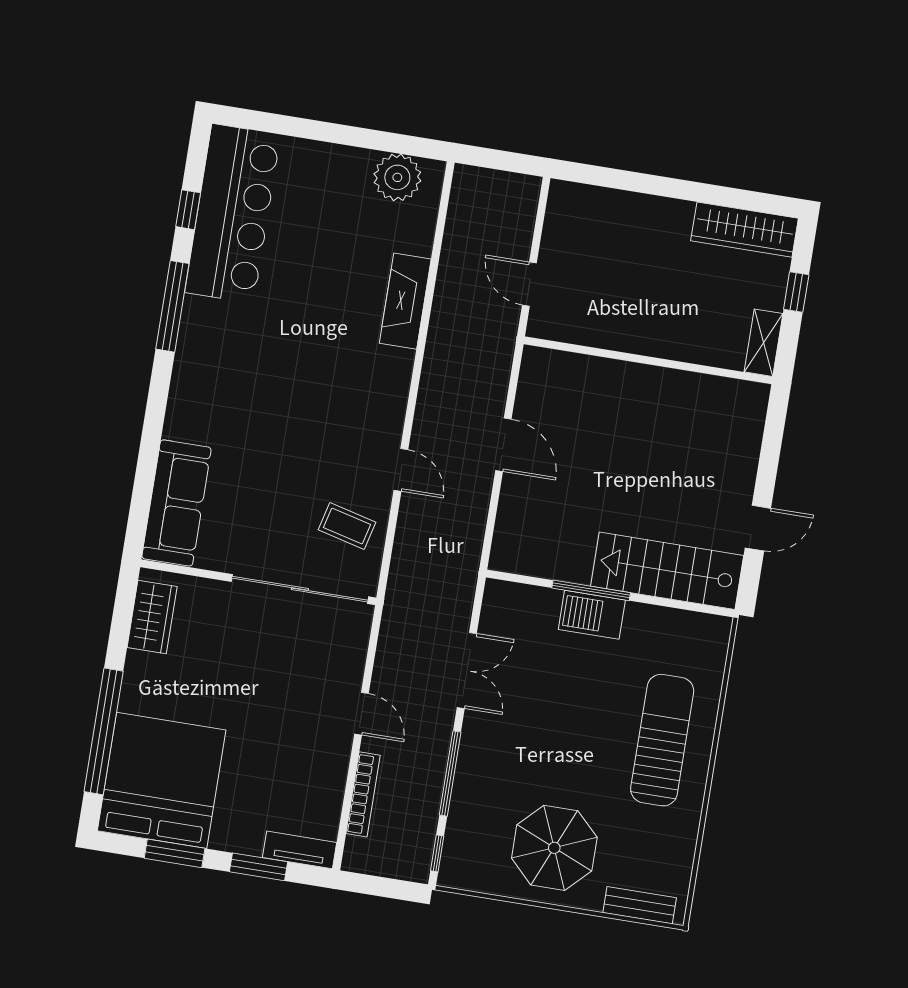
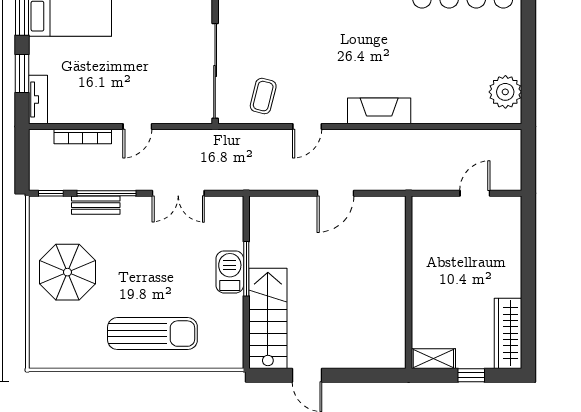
door: (529, 284) -> (475, 193), moved
fireplace: (405, 301) -> (379, 111), moved
bench: (640, 905) -> (96, 205), moved, turned 90

